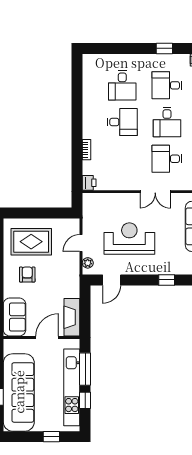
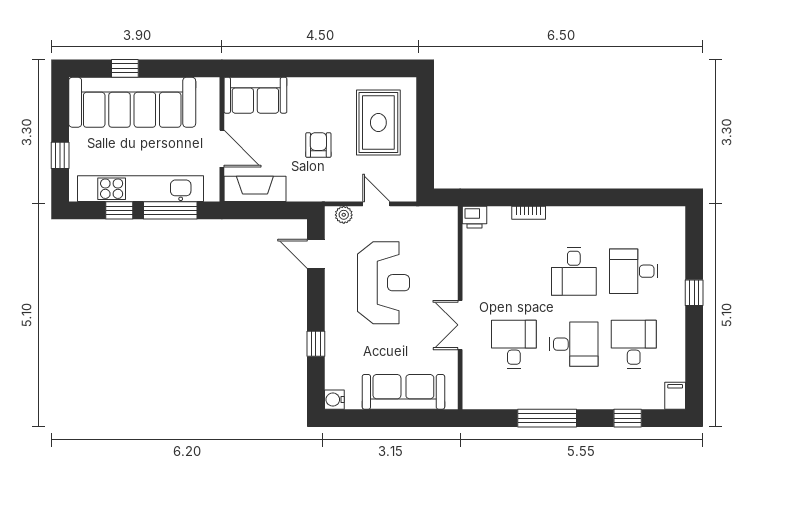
window: (164, 48) -> (694, 293), moved
desk: (167, 122) -> (574, 344), turned 180
armchair: (27, 275) -> (318, 145), moved, turned -90

